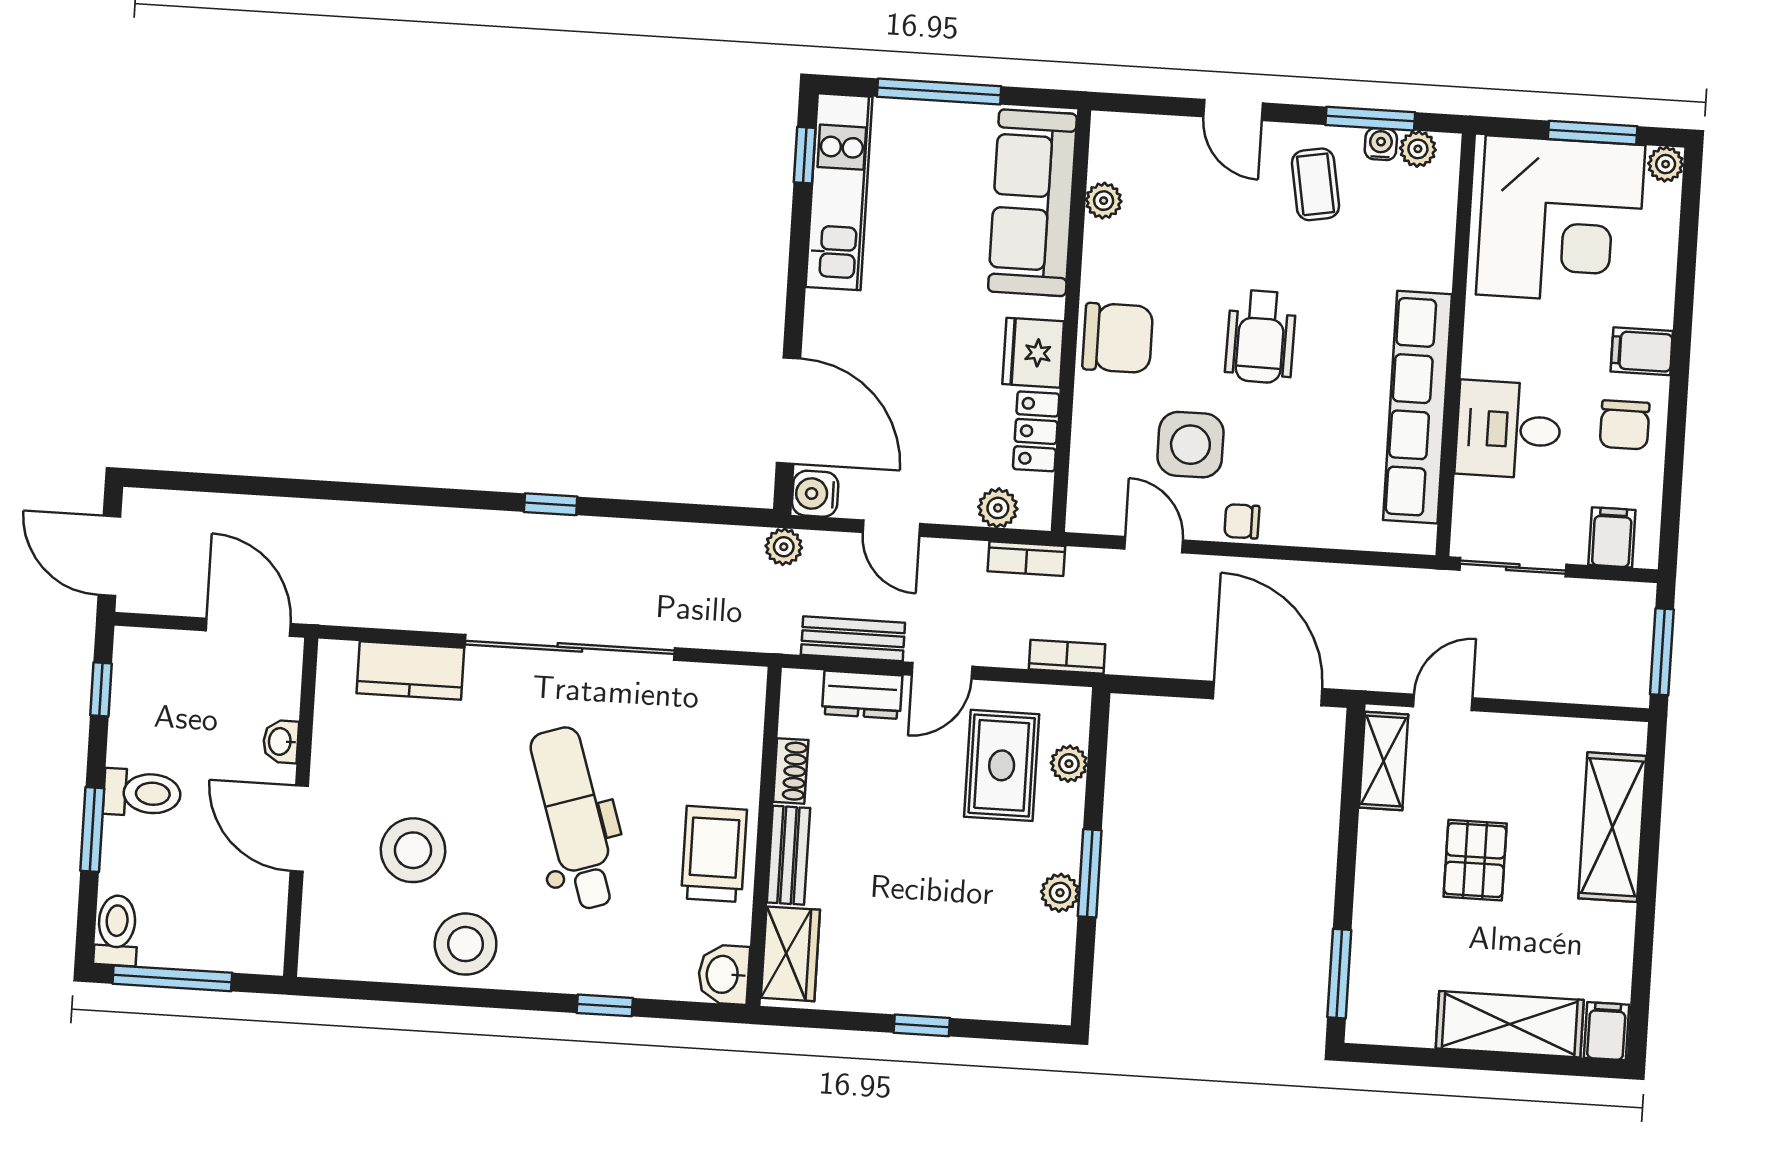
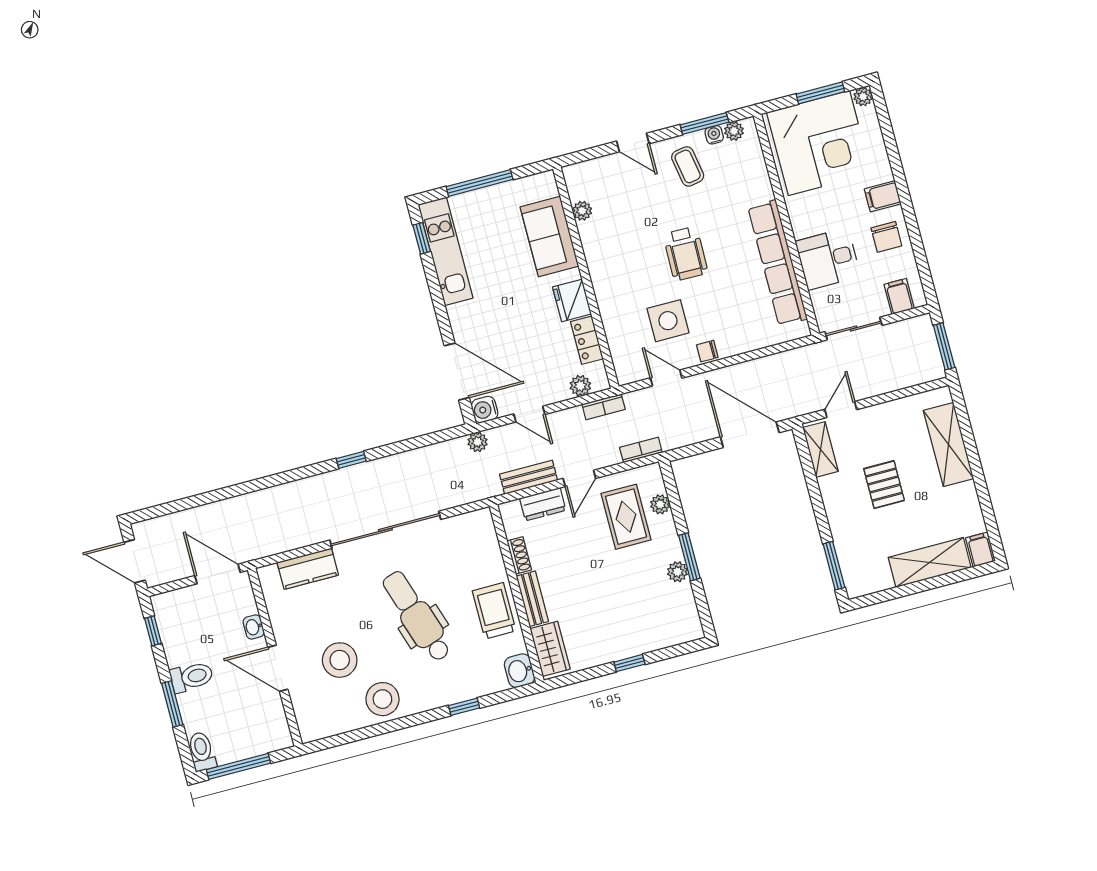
sofa: (1032, 203) -> (549, 237), width x0.73
chair: (1118, 338) -> (613, 279), removed

